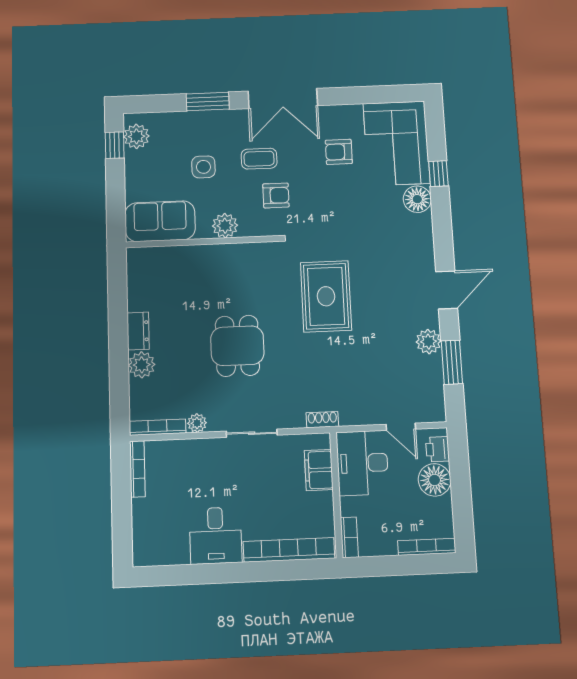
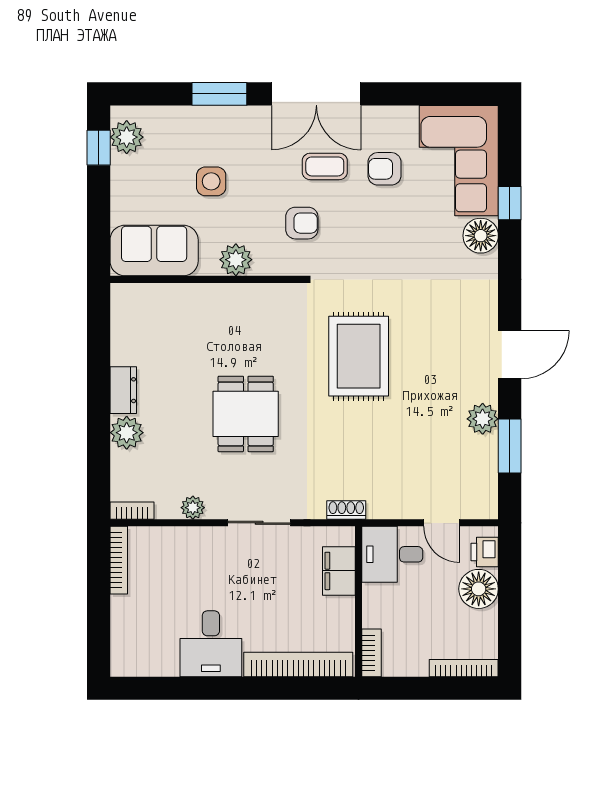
coffee table: (259, 159) -> (325, 166), moved
bookcase: (158, 427) -> (132, 511), width x0.64
desk: (362, 463) -> (392, 554), width x0.73

